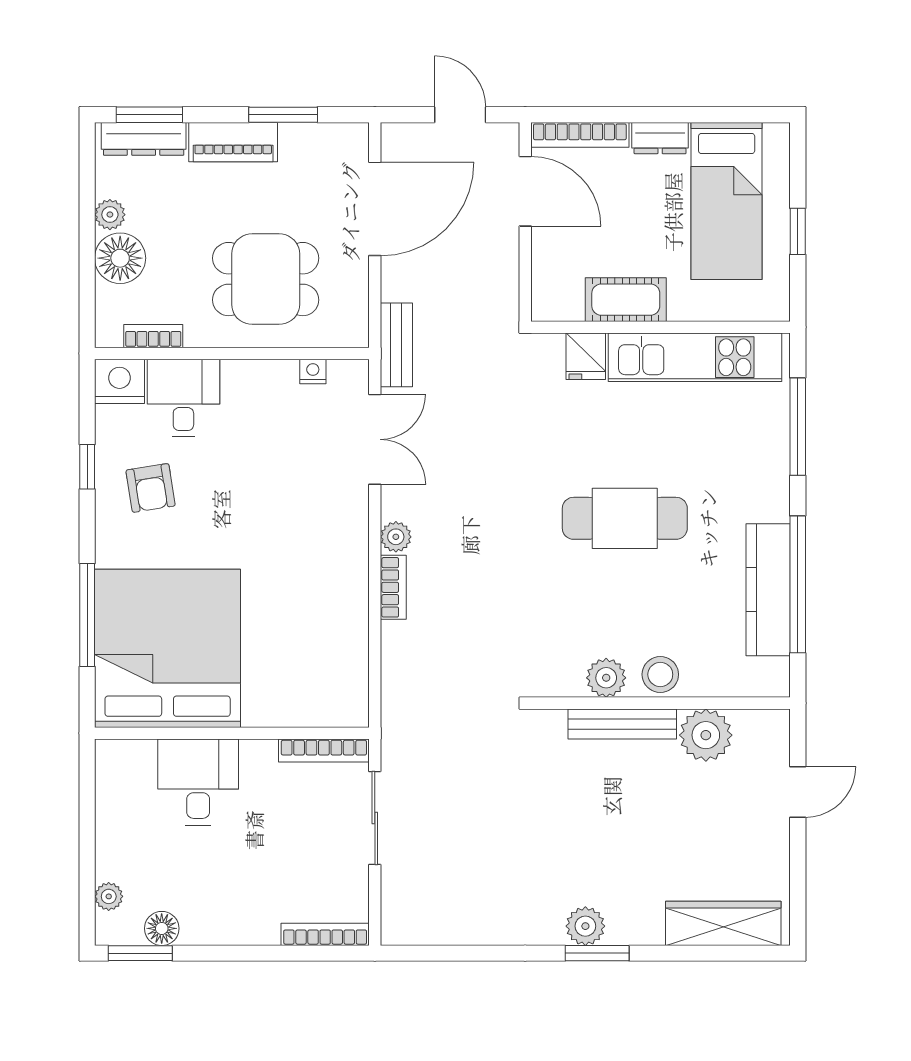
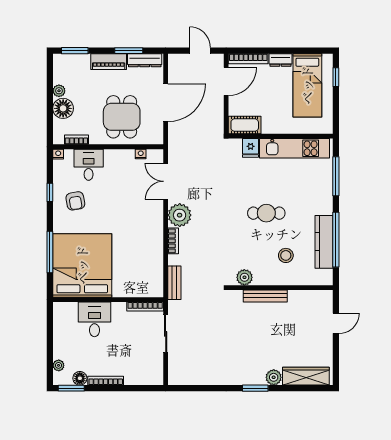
dresser: (144, 139) -> (145, 60), moved
door: (525, 191) -> (226, 81), hinge flipped
door: (375, 209) -> (166, 103), moved
window: (798, 231) -> (336, 77), moved
dining table: (266, 279) -> (122, 117), turned 90
cot: (626, 300) -> (245, 125), moved
bench: (396, 345) -> (174, 283), moved
nightstand: (120, 381) -> (58, 154), width x0.53, depth x0.56
double door: (375, 439) -> (166, 181), swing flipped
cafe table: (625, 518) -> (266, 213), width x0.73, depth x0.74
plant: (396, 537) -> (180, 215), width x1.88, depth x1.88
stool: (660, 674) -> (286, 255), moved
plant: (606, 678) -> (244, 277), moved
plant: (706, 735) -> (299, 300), removed
plant: (585, 926) -> (274, 377), moved
bookcase: (325, 934) -> (106, 381), moved

